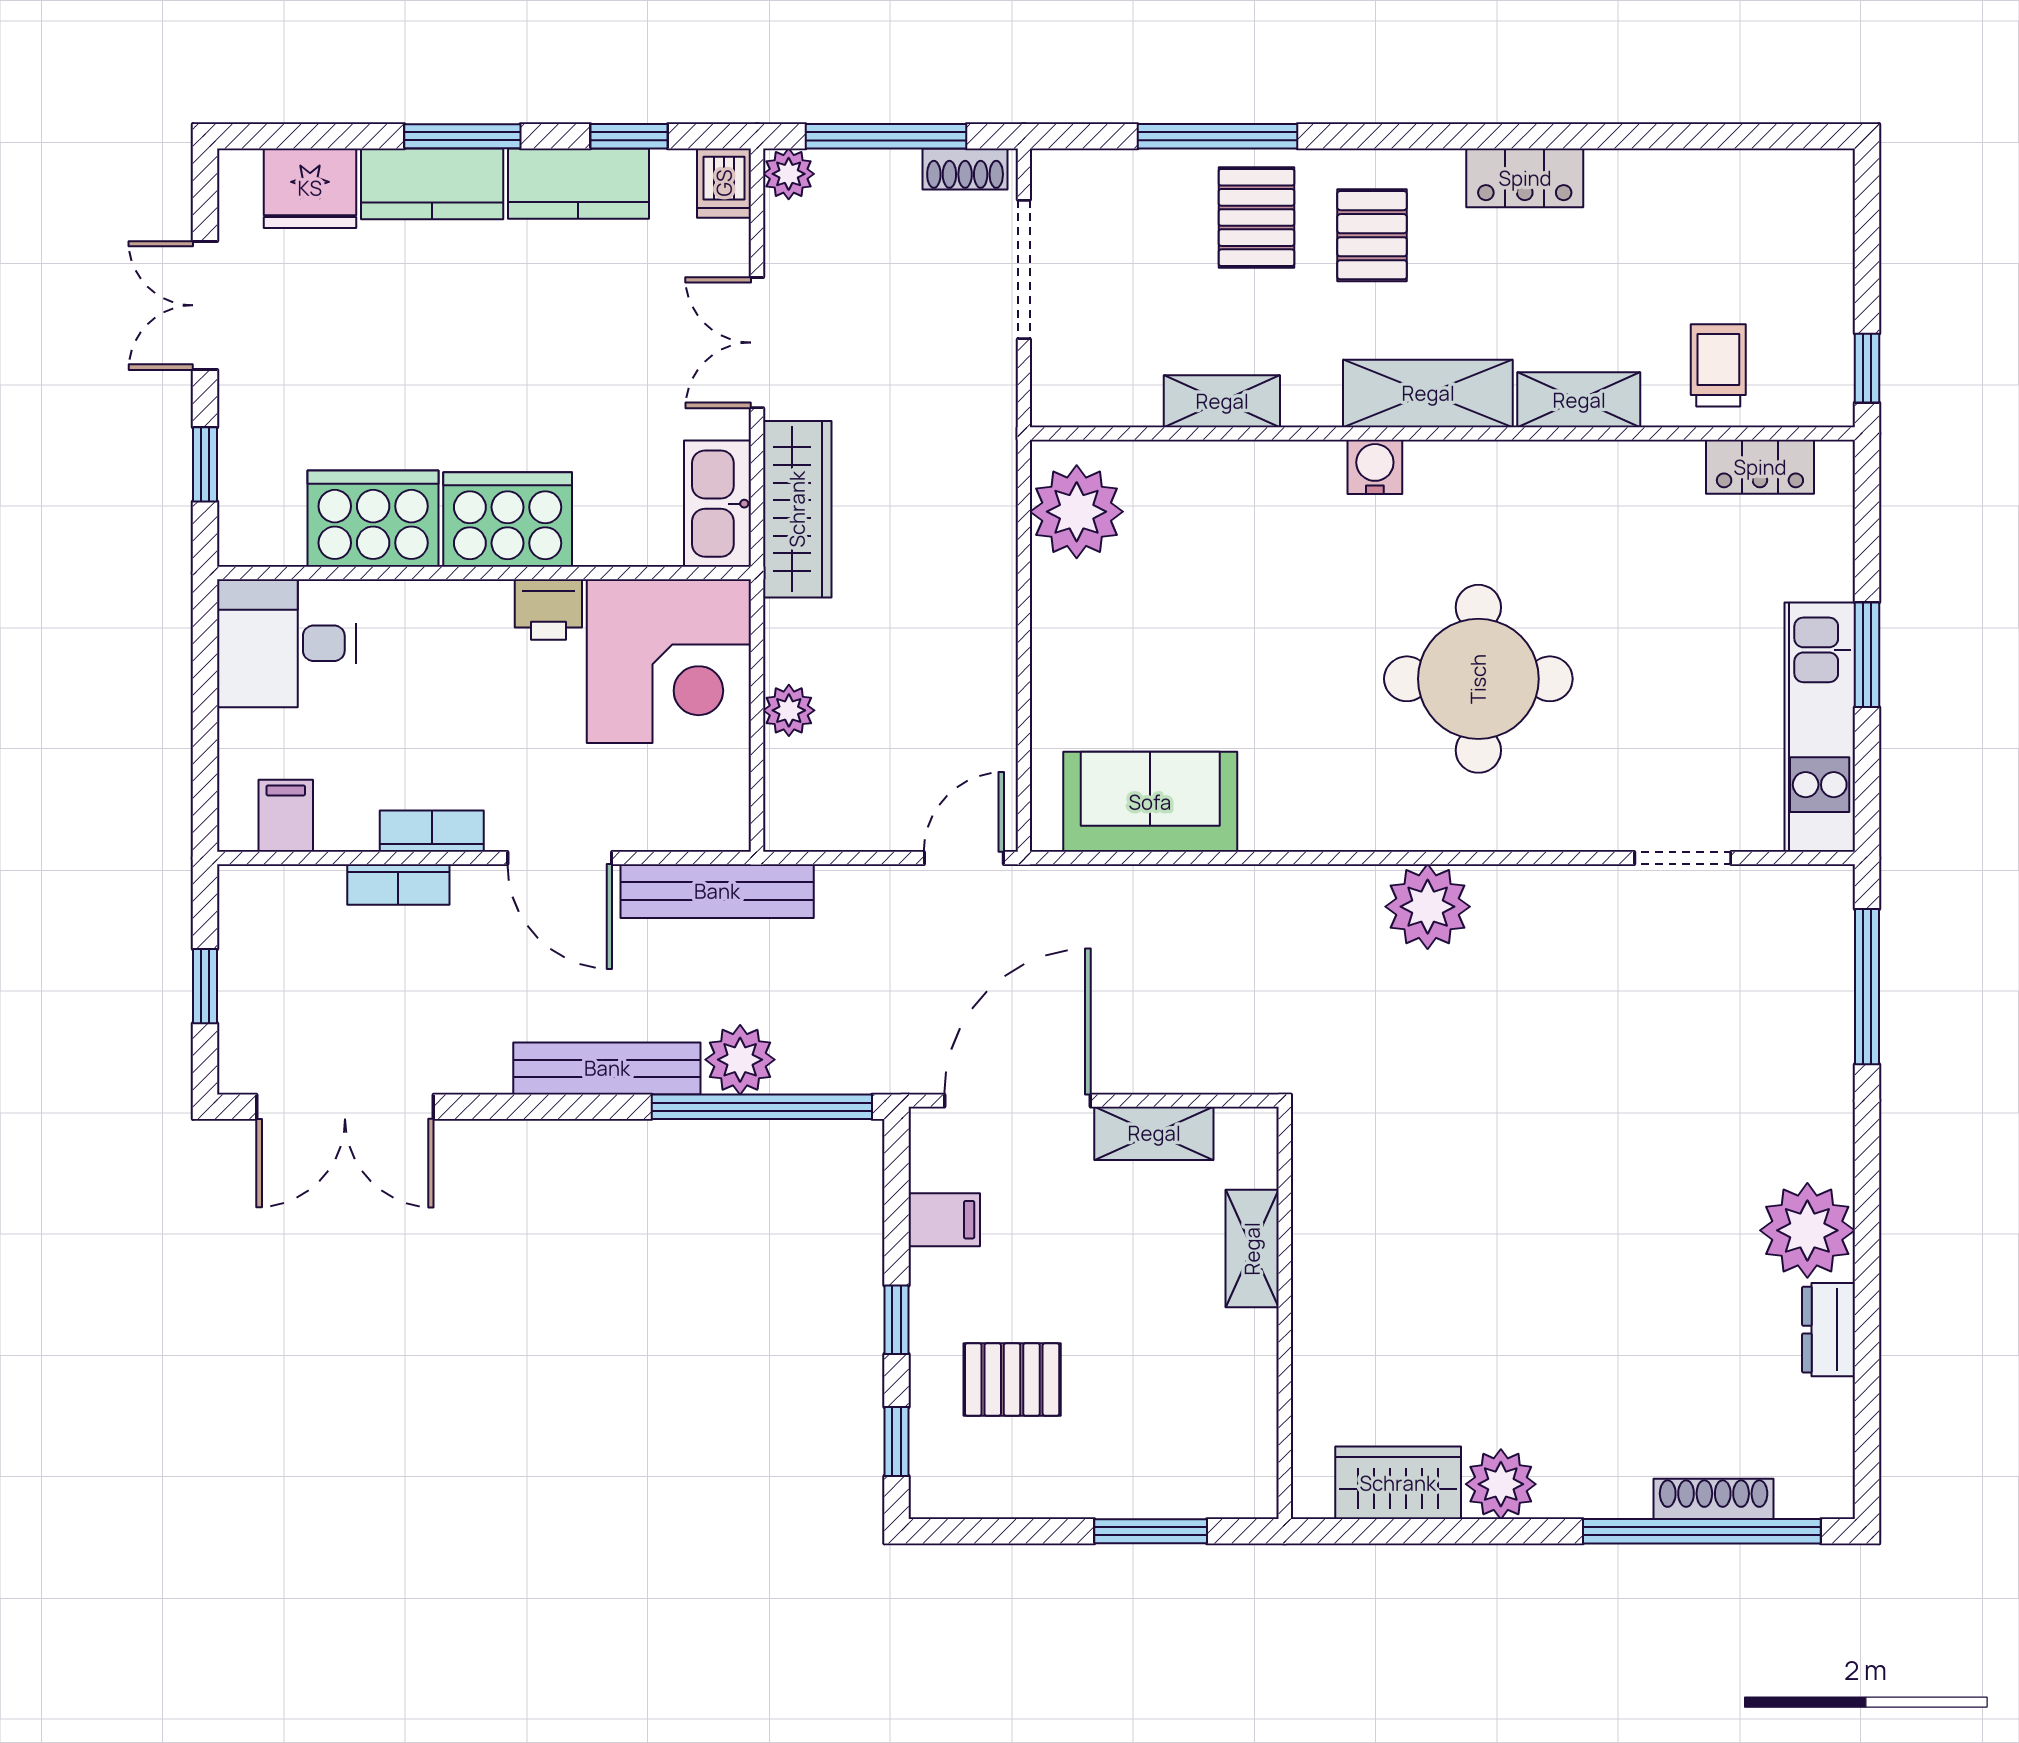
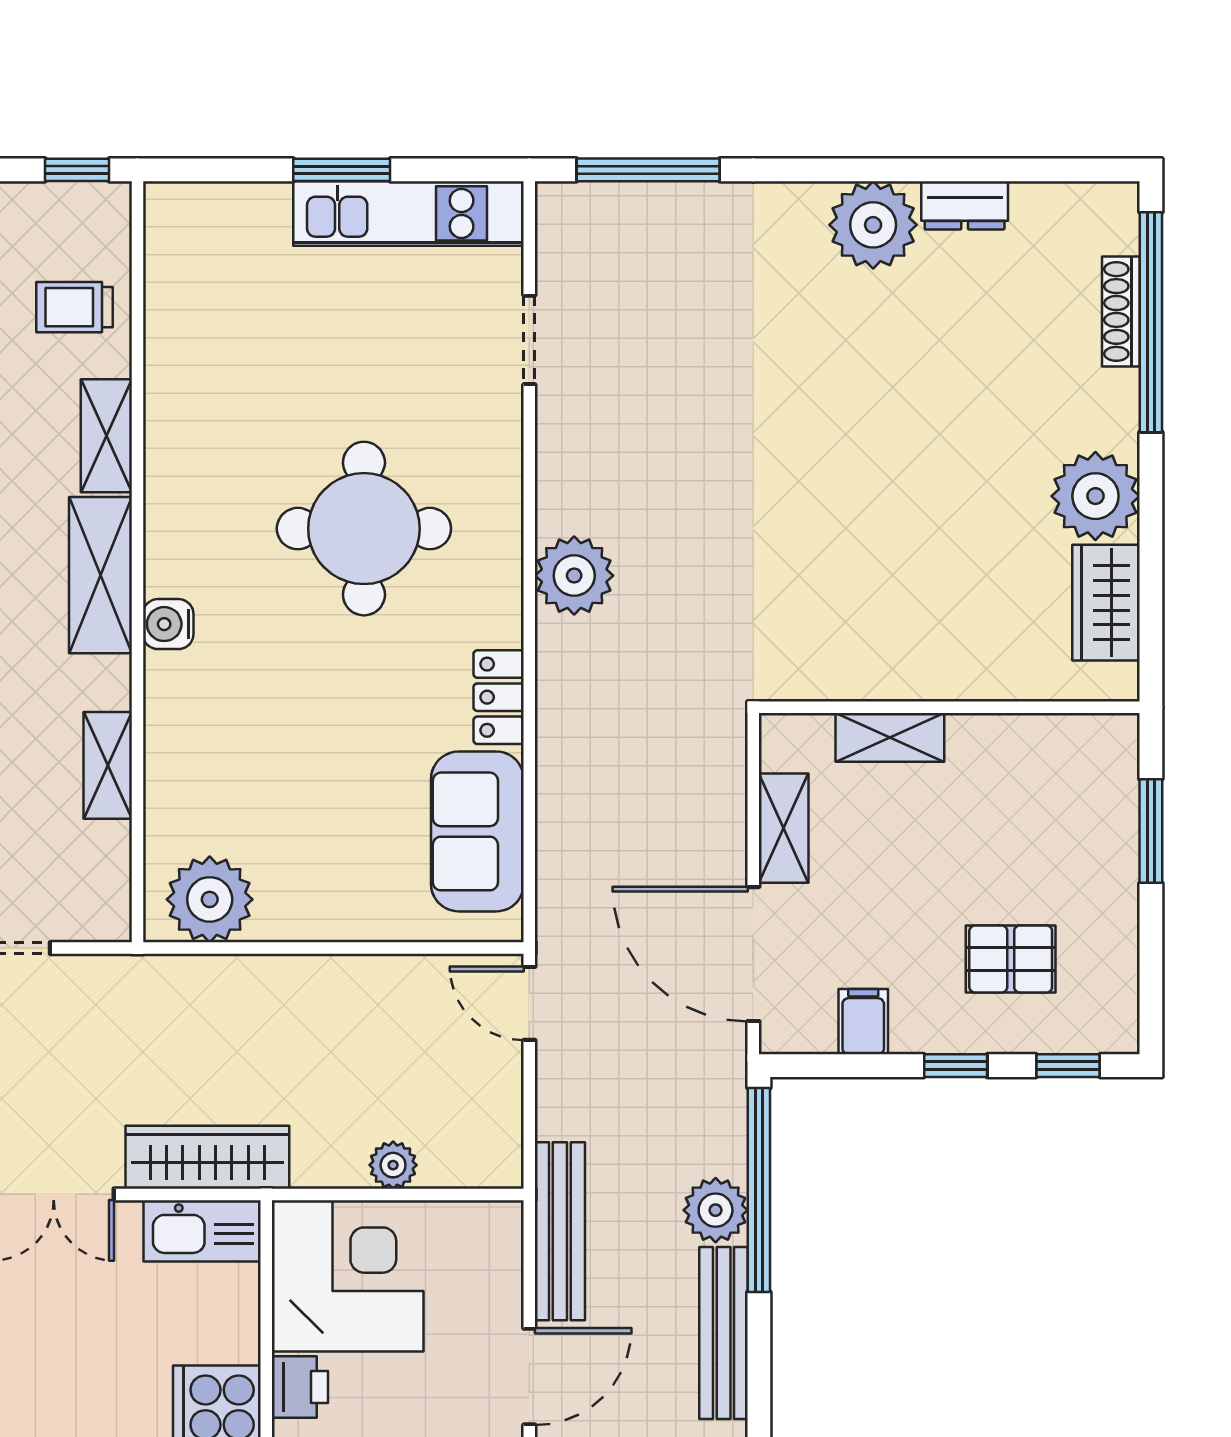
locker: (1760, 467) -> (499, 697), moved, turned 180
pallet: (1012, 1379) -> (1011, 959), turned 90
plant: (1501, 1484) -> (1095, 496), width x1.36, depth x1.36

